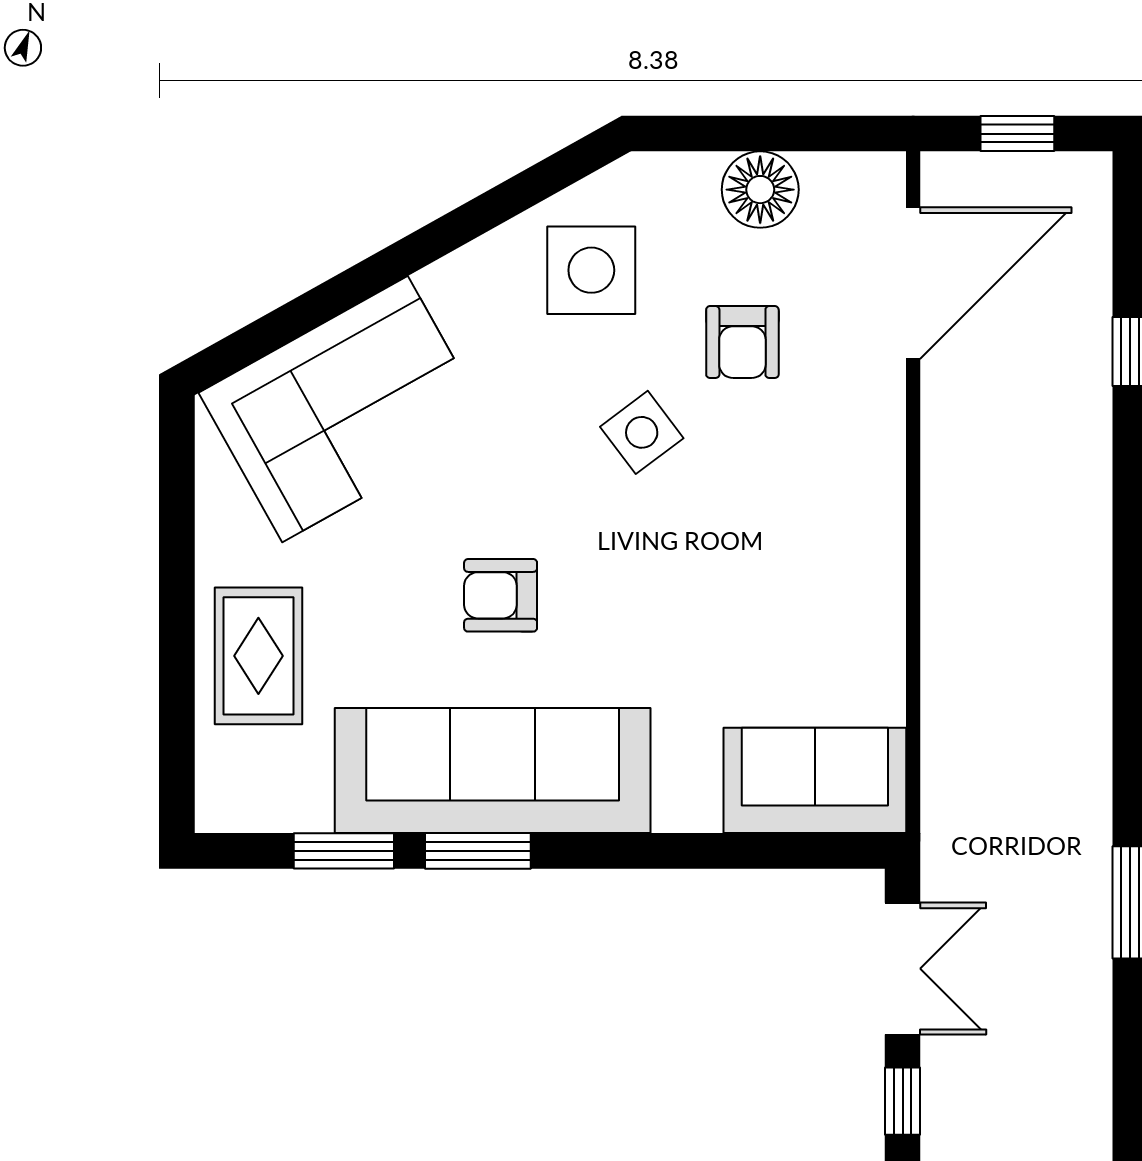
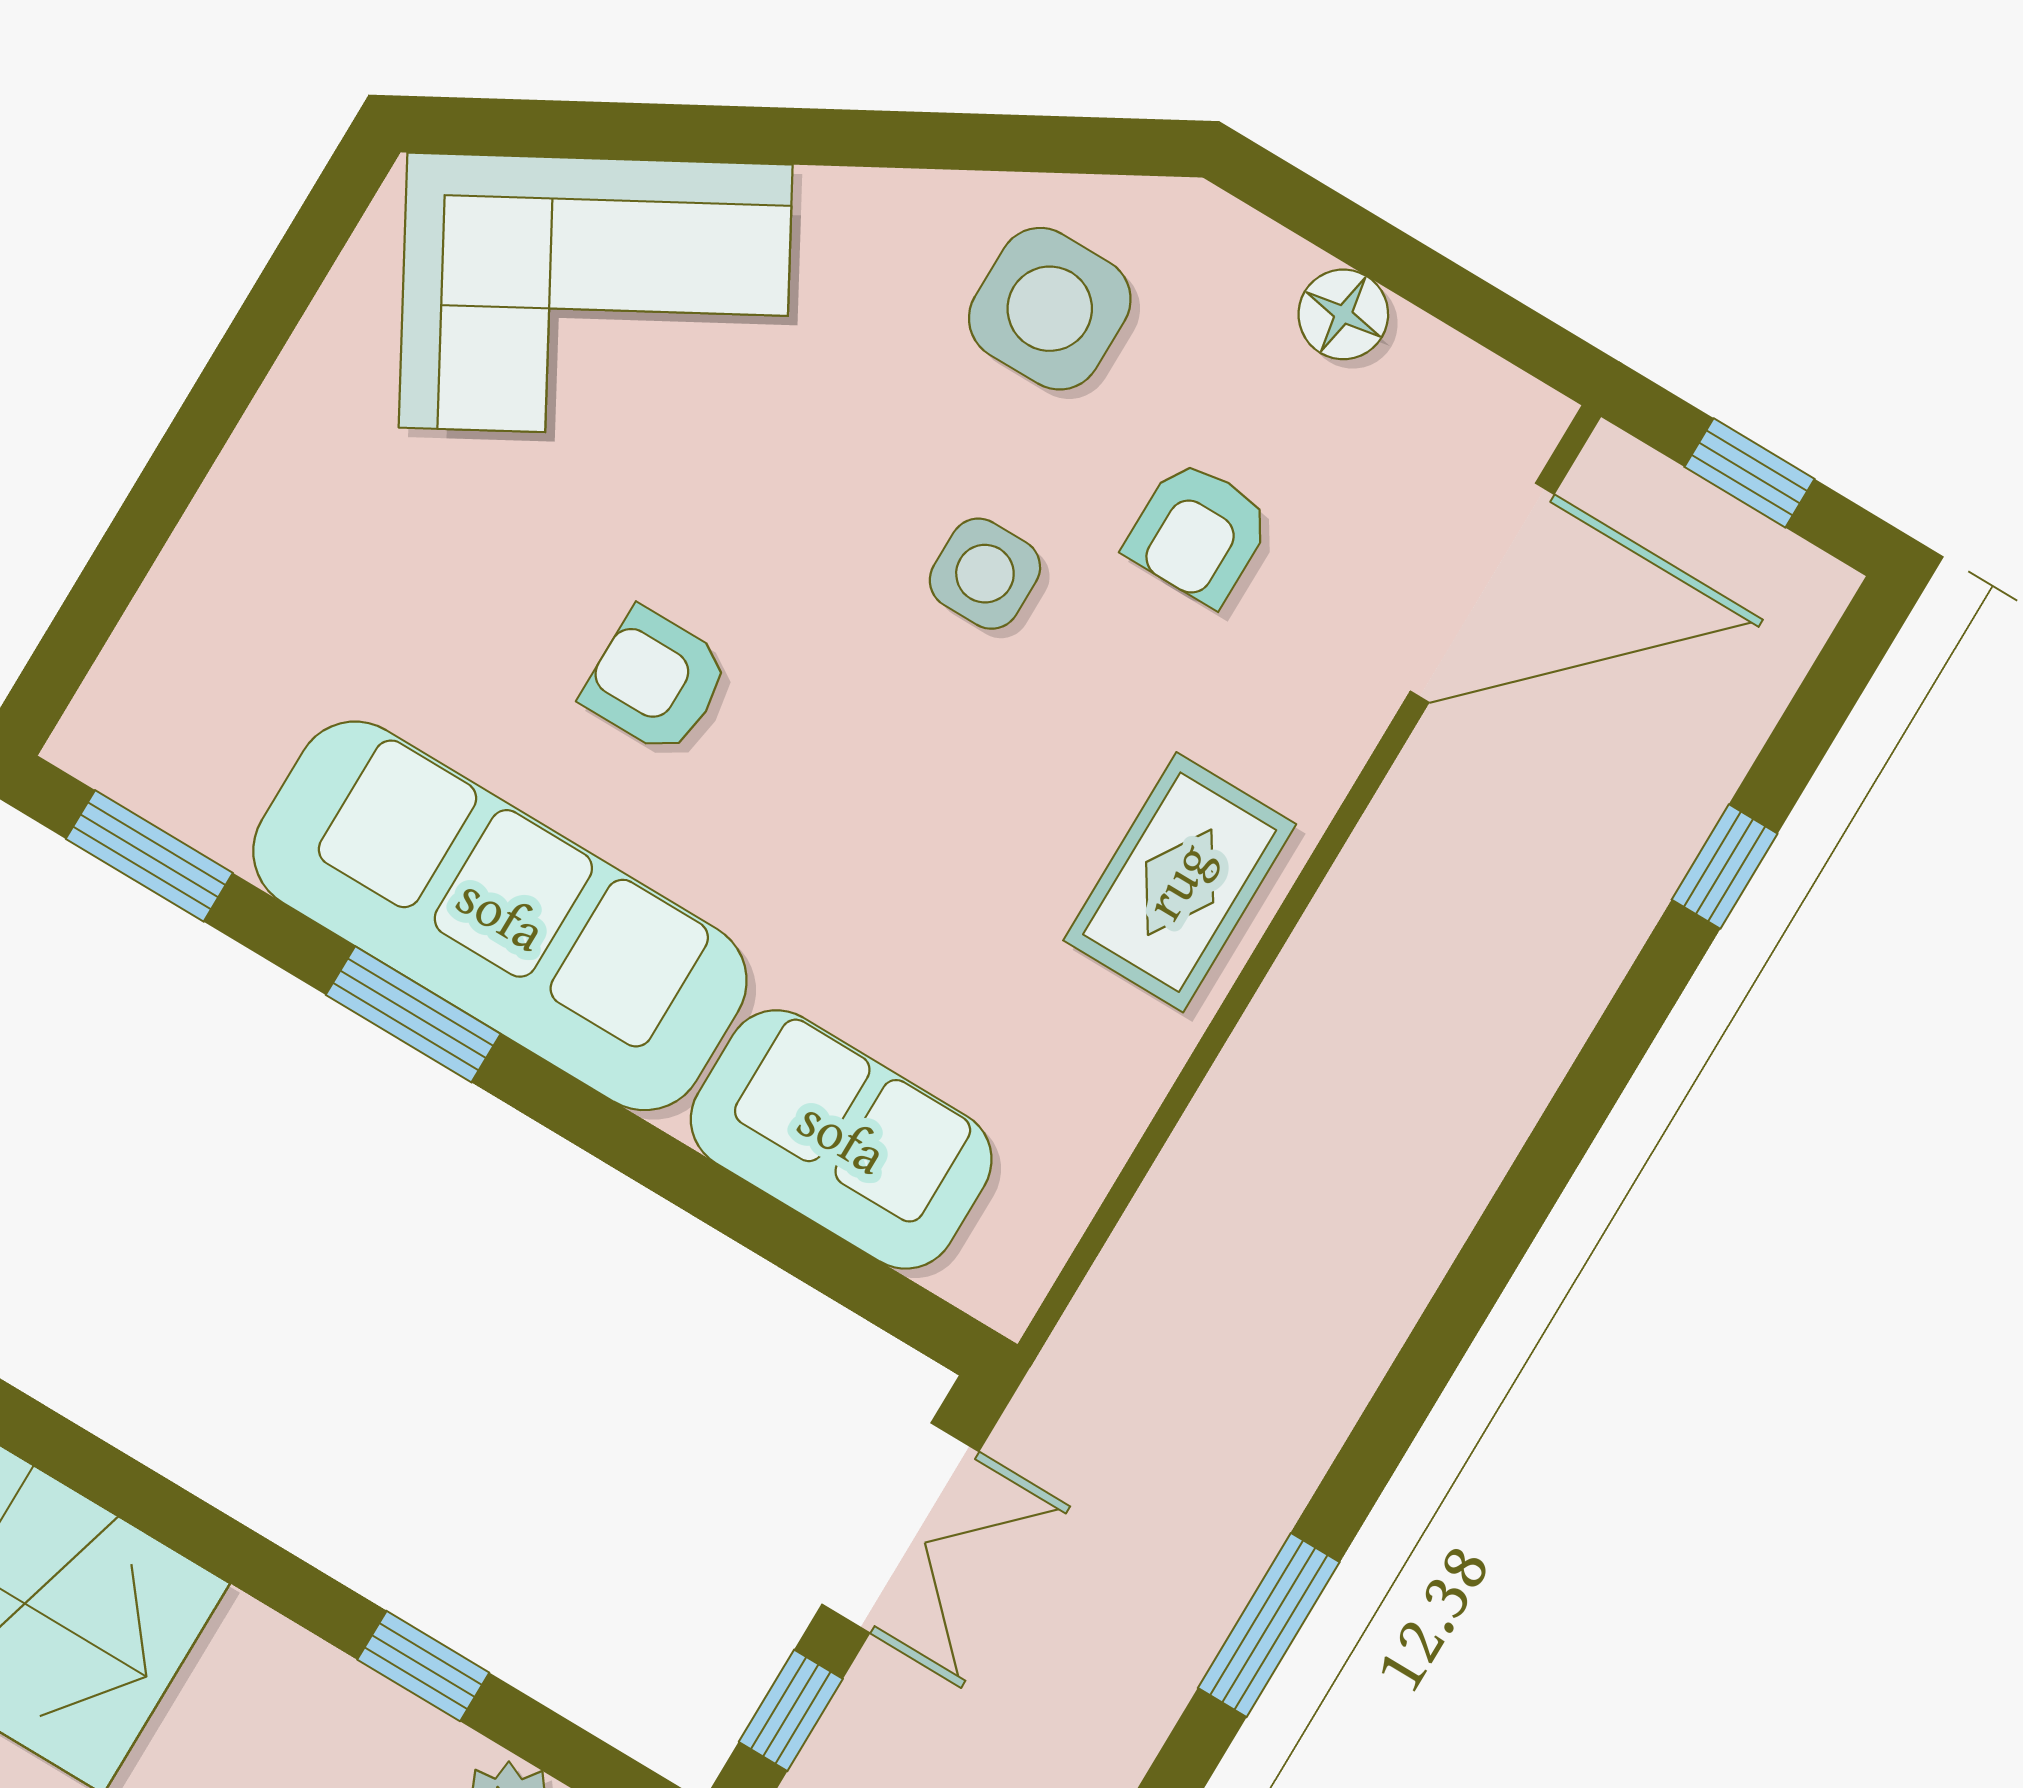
floor lamp: (760, 190) -> (1343, 314), width x0.73, depth x0.73
side table: (642, 432) -> (985, 574), turned 37
rug: (258, 656) -> (1180, 882), moved
sofa: (815, 780) -> (841, 1139), moved
window: (344, 851) -> (149, 856), moved

